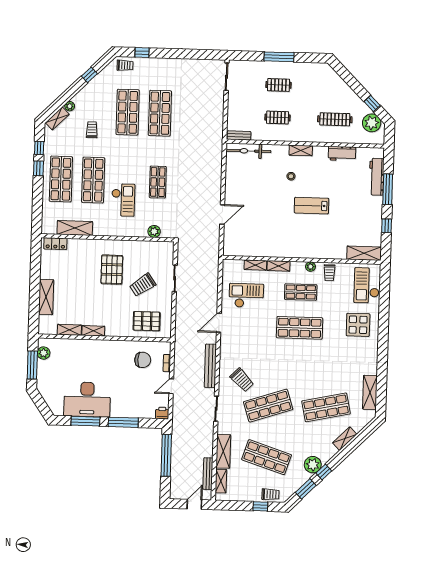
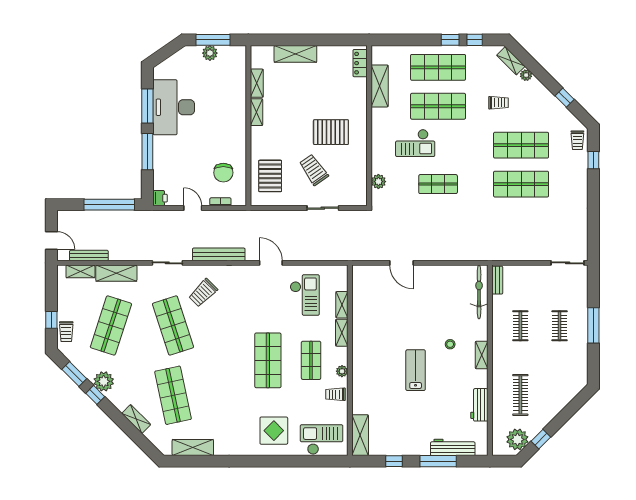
plant: (44, 353) -> (210, 53), moved

